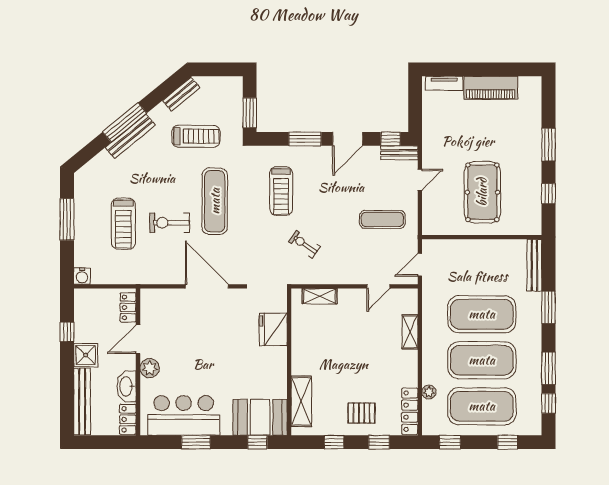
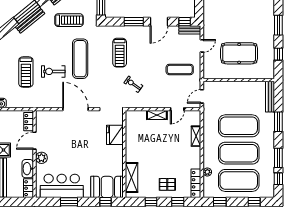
pool table: (482, 192) -> (239, 53), turned 90
shelving: (320, 296) -> (157, 115), moved

